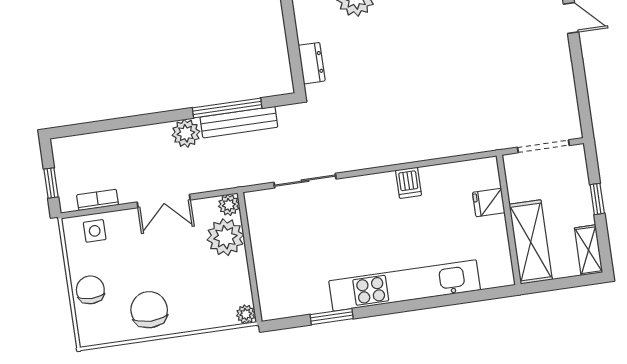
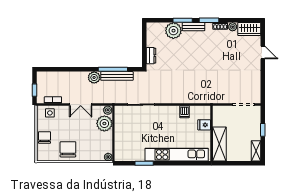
fridge: (489, 202) -> (204, 125), moved
wall: (509, 220) -> (211, 133), moved
shelving: (531, 242) -> (219, 144), moved

